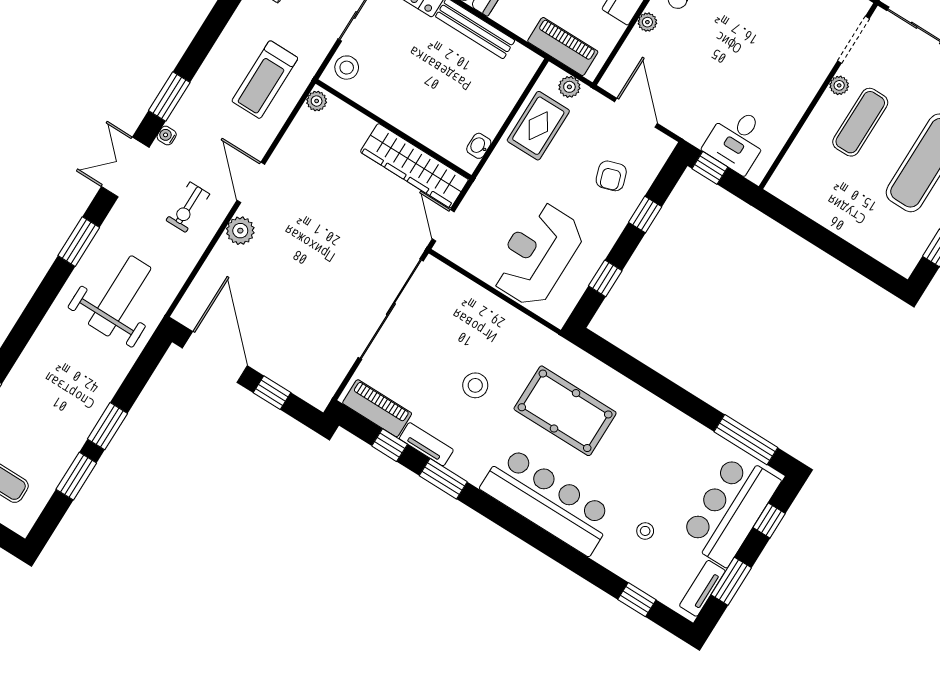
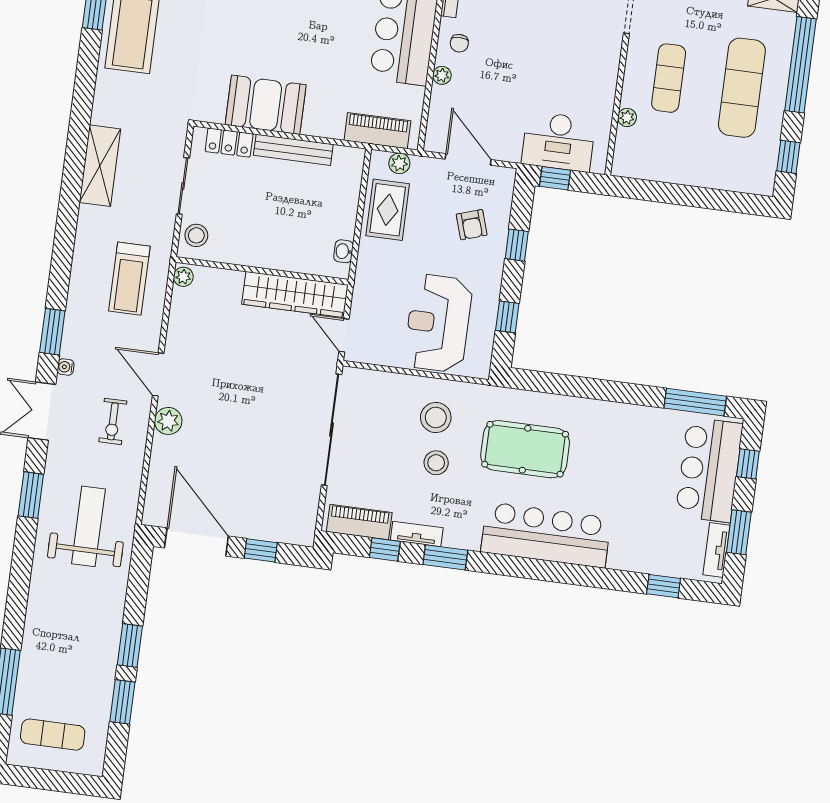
plant: (839, 85) -> (627, 117), moved
desk: (737, 140) -> (558, 142), width x1.37
stool: (645, 531) -> (436, 417), moved, width x1.89, depth x1.89

